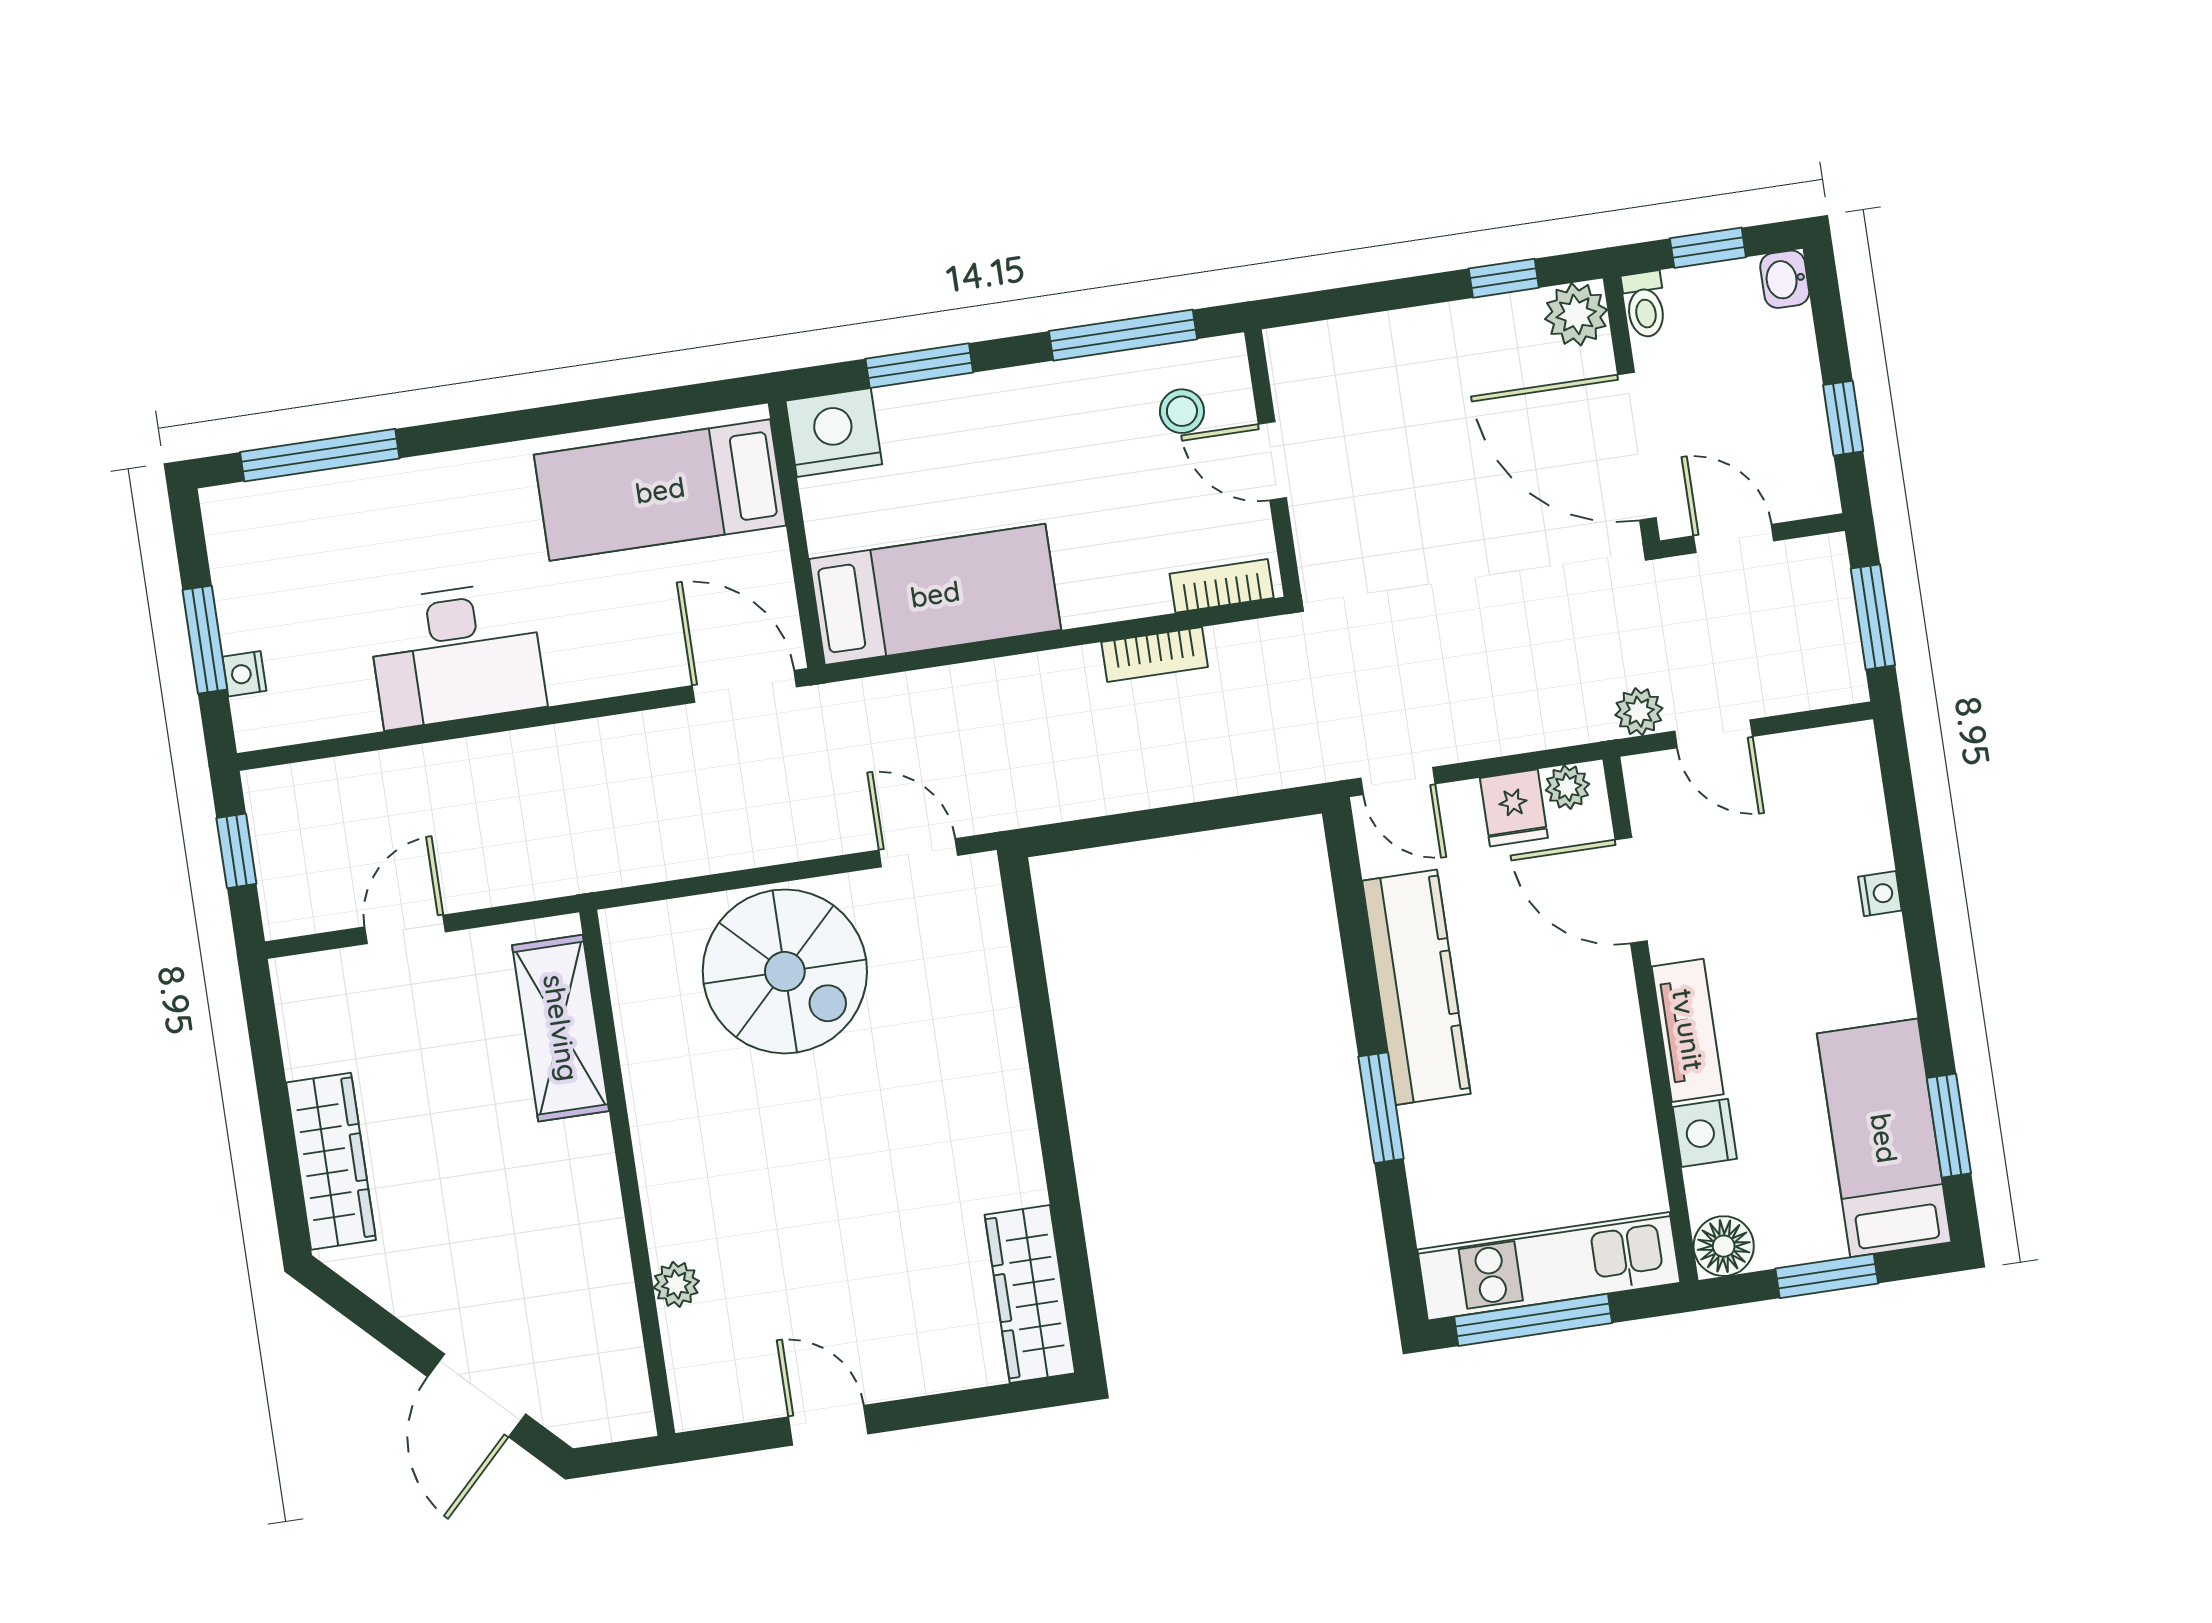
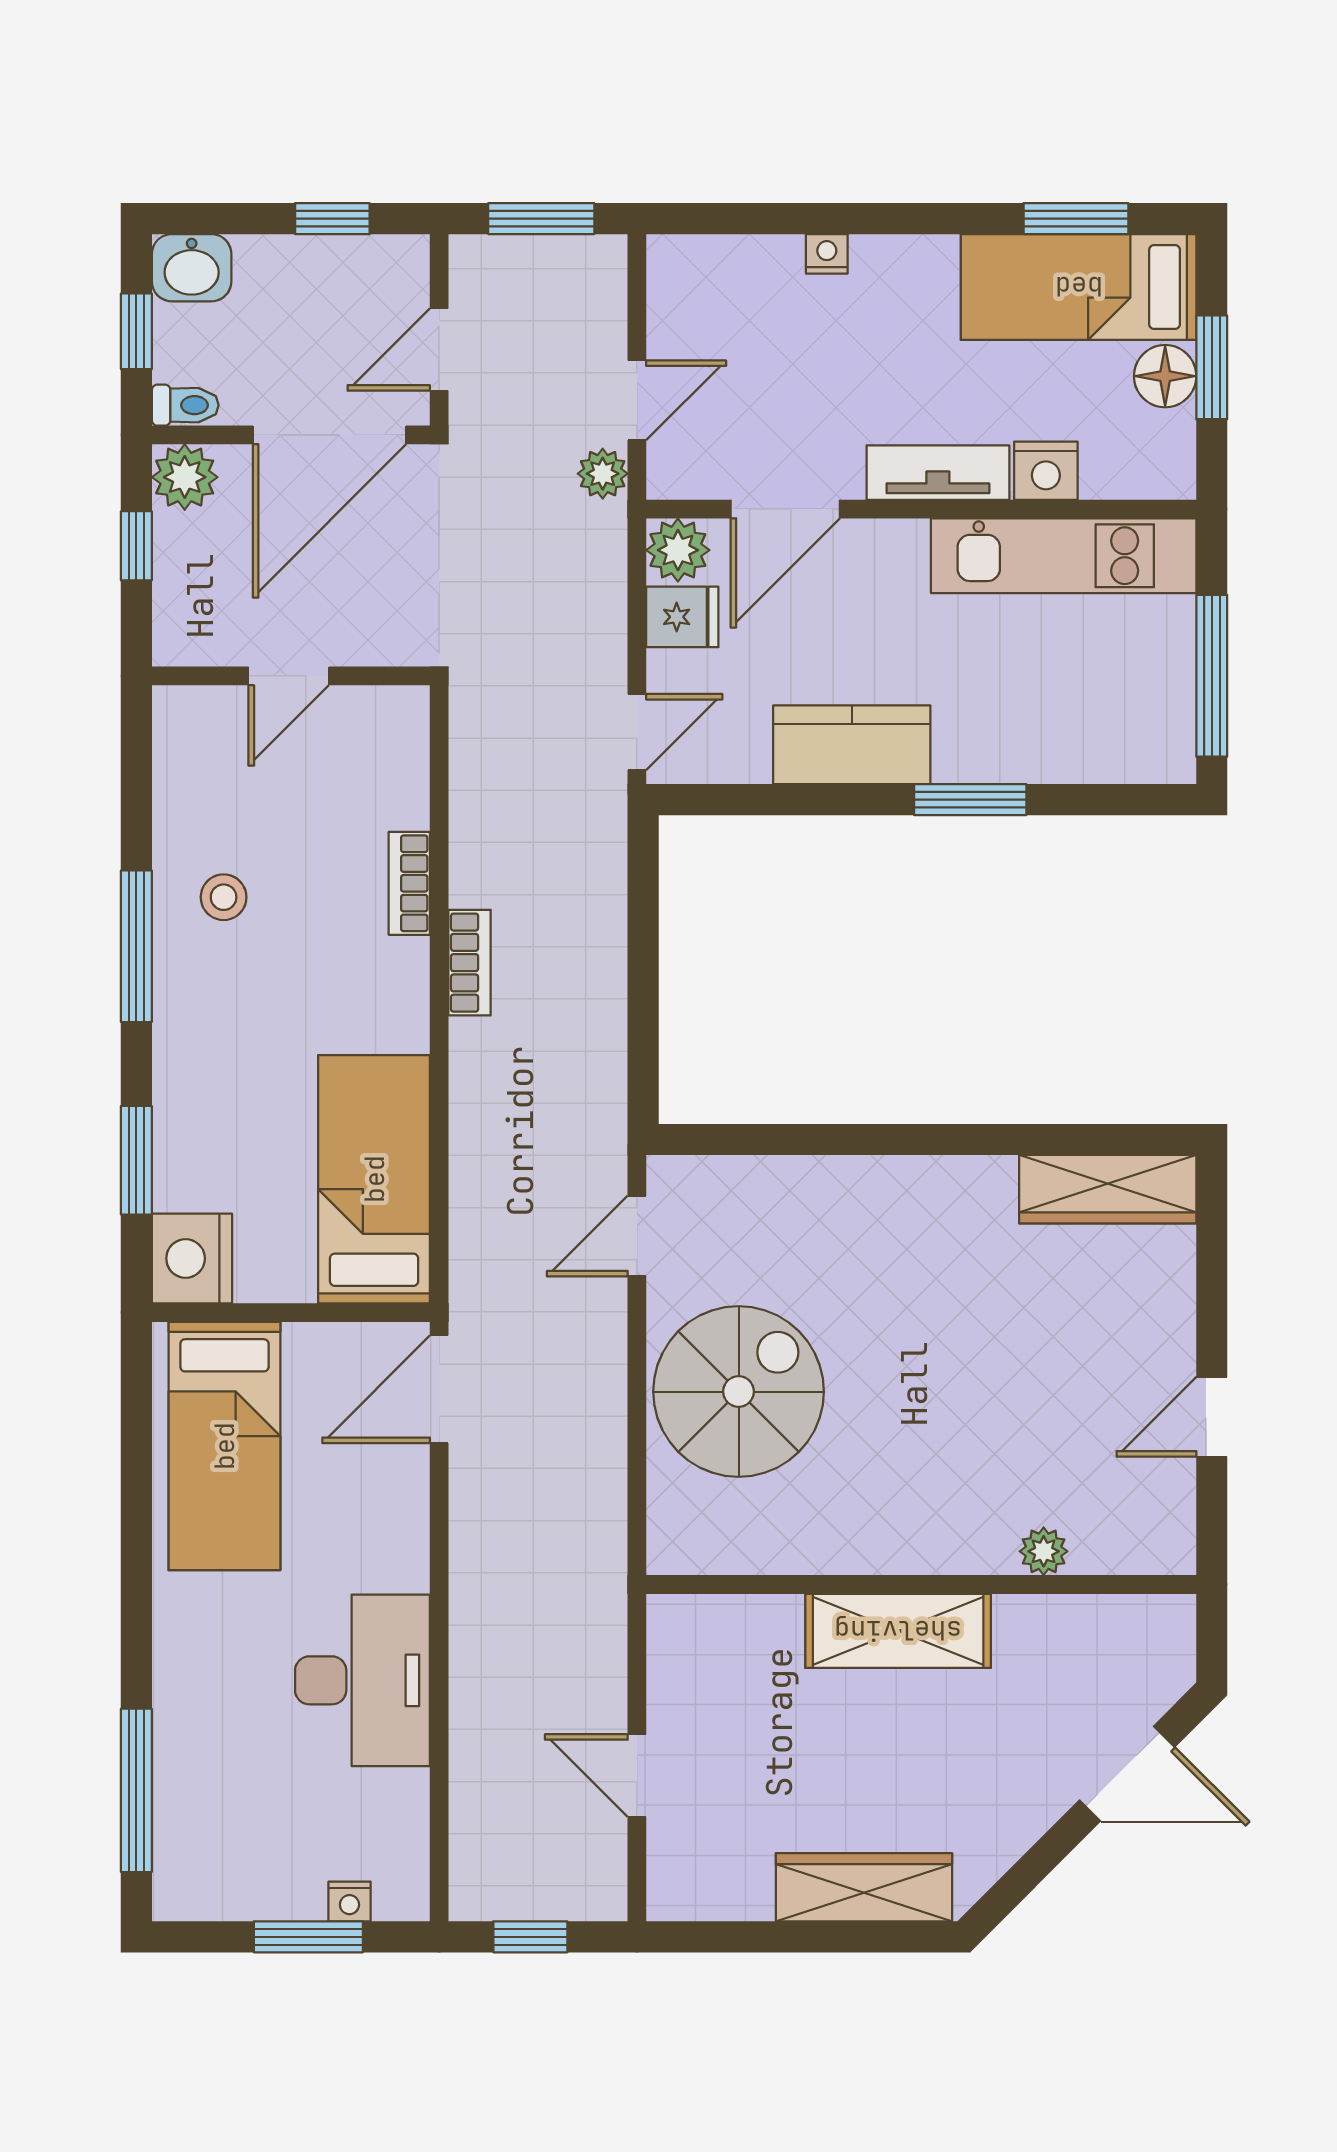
washbasin: (1785, 279) -> (192, 268), width x1.38, depth x1.45
door: (1272, 461) -> (289, 676), moved
wall: (1273, 463) -> (291, 676), moved
plant: (1567, 787) -> (678, 550), width x1.38, depth x1.38
kitchen counter: (1416, 987) -> (852, 745), width x0.67
shelving: (561, 1028) -> (898, 1631), moved
floor lamp: (1724, 1246) -> (1165, 376), moved
kitchen unit: (1549, 1266) -> (1064, 556), moved, turned -90

